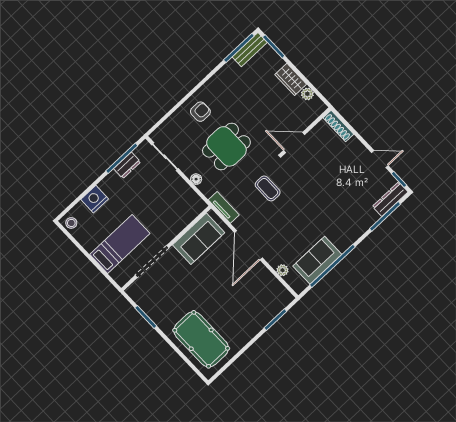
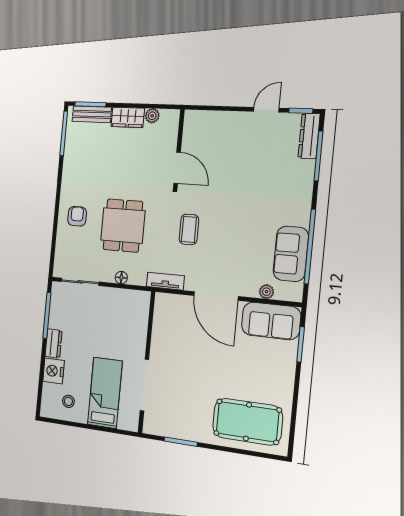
bench: (250, 50) -> (92, 114), moved, turned 90
shoe rack: (338, 126) -> (203, 117), removed
door: (294, 142) -> (177, 168), swing flipped
dresser: (127, 165) -> (54, 343), moved
coffee table: (268, 188) -> (189, 229), turned 90
stool: (71, 223) -> (68, 401), moved
sofa: (199, 239) -> (271, 321), moved, turned 90

